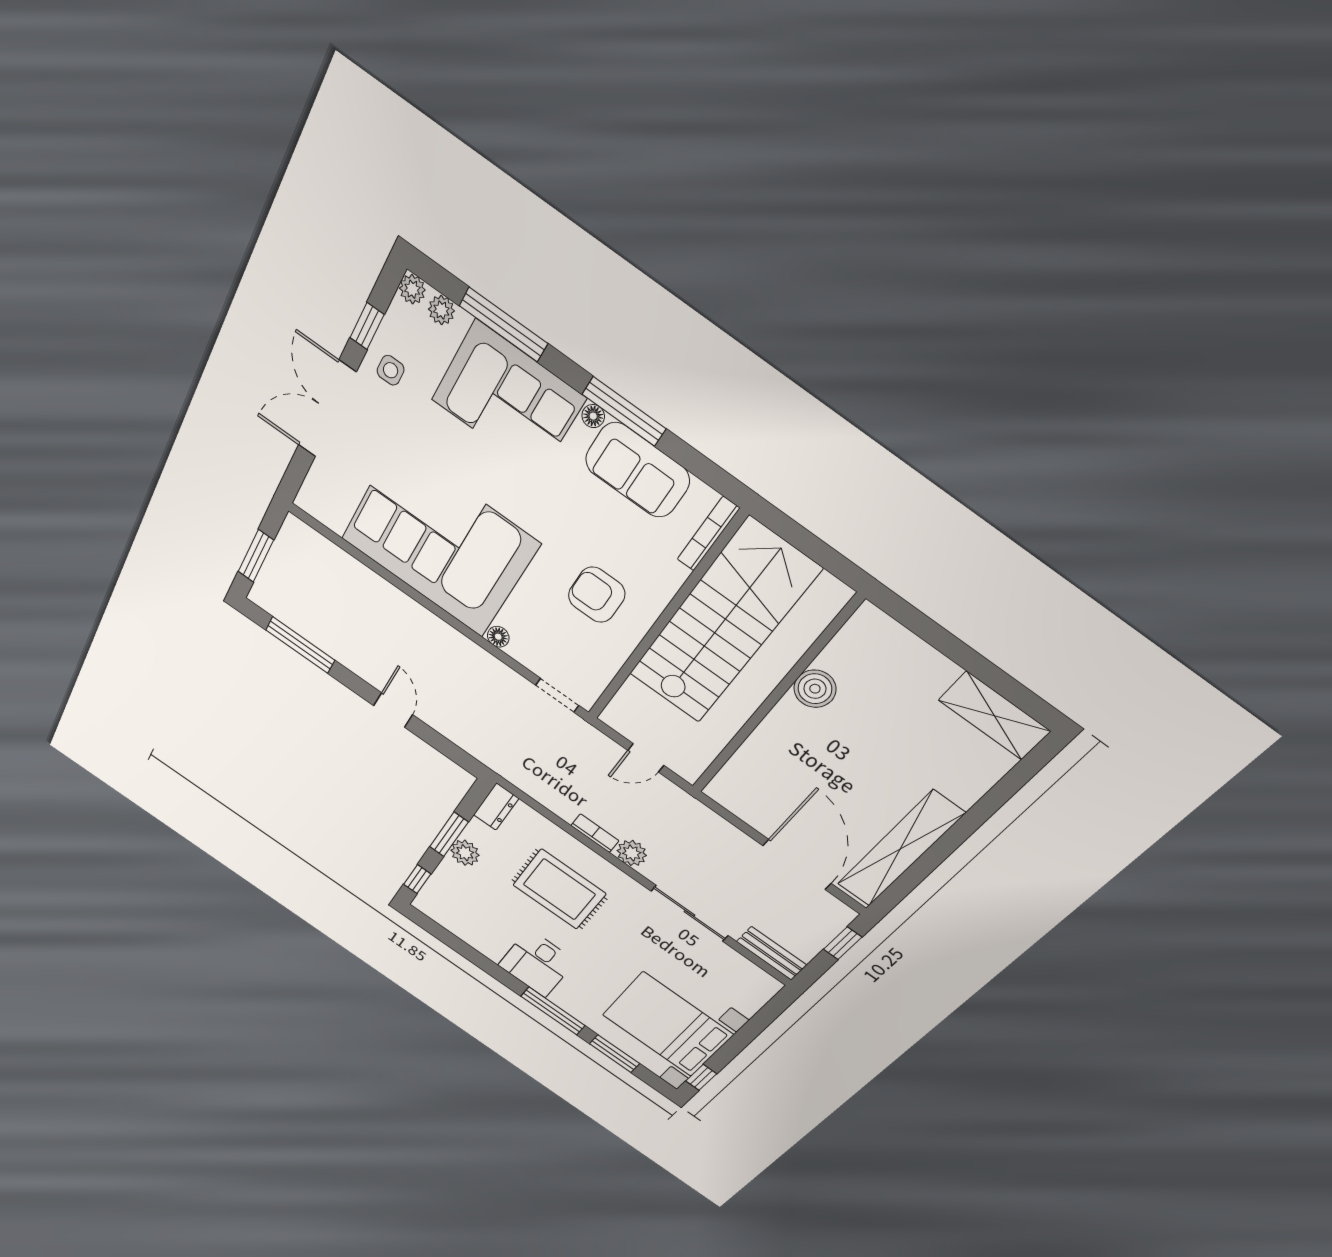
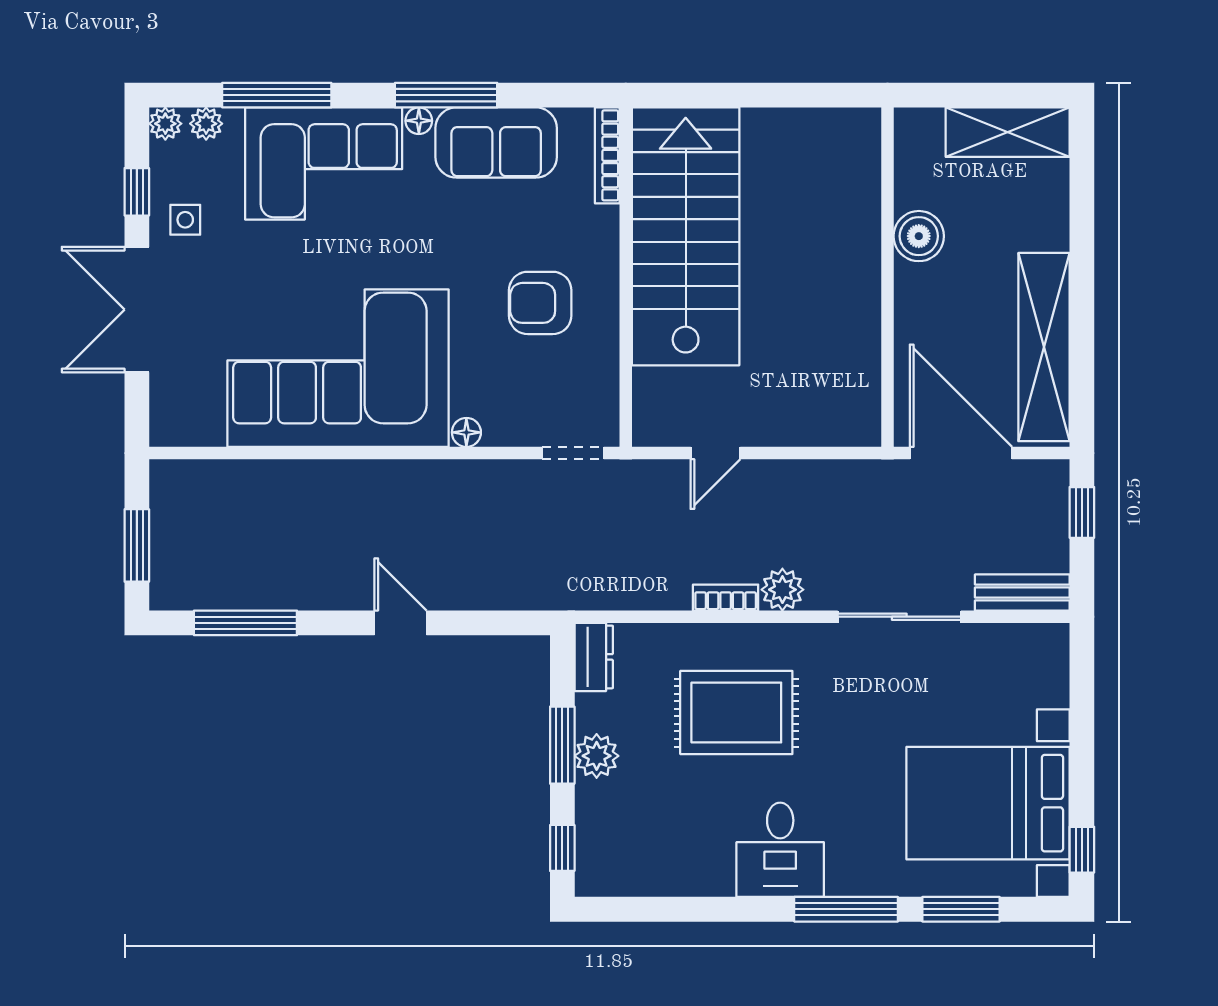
boiler: (815, 689) -> (919, 236), moved
wall: (774, 698) -> (888, 277), moved

